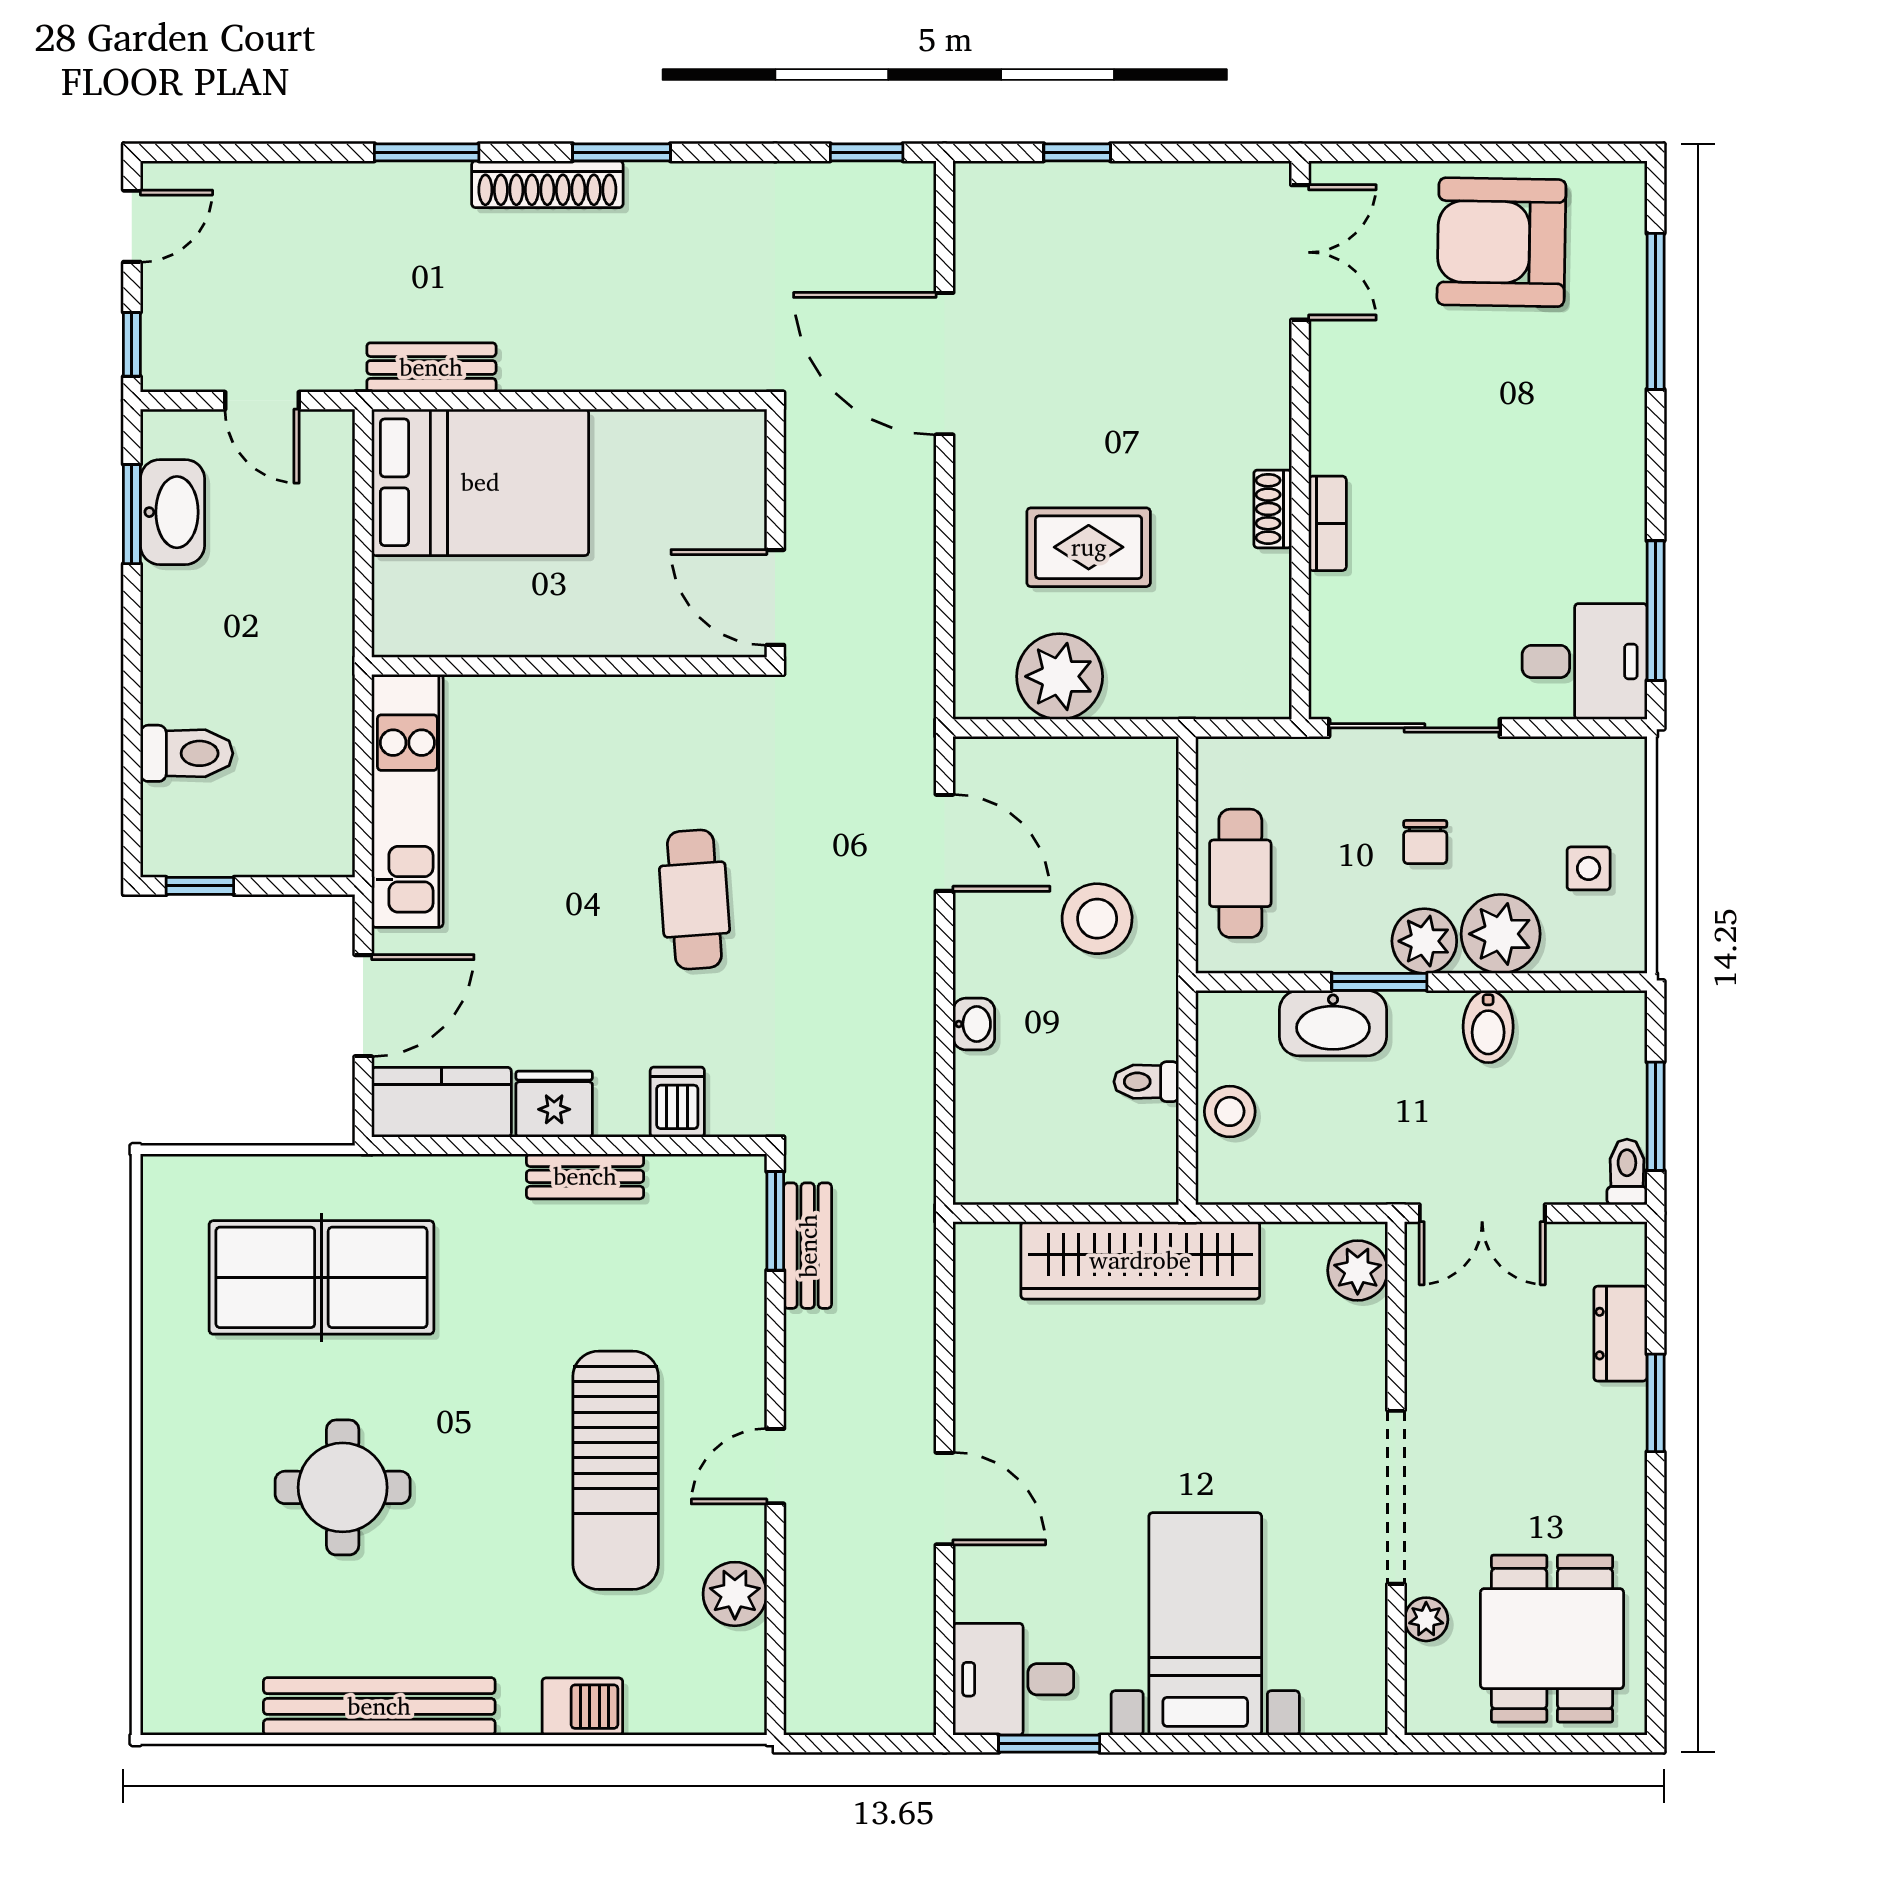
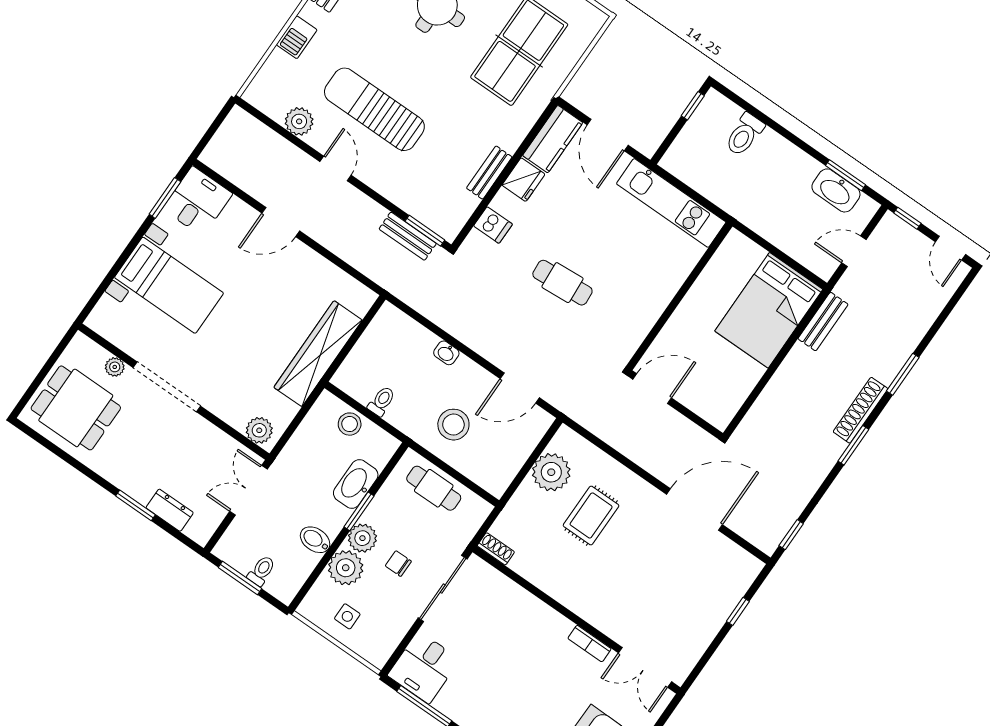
shoe rack: (1273, 509) -> (496, 549), moved
bookcase: (1327, 523) -> (590, 644), moved
toilet: (1627, 1172) -> (262, 571), moved, turned -90

